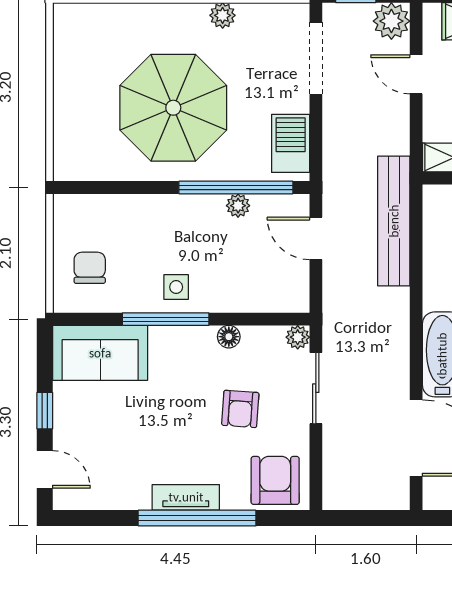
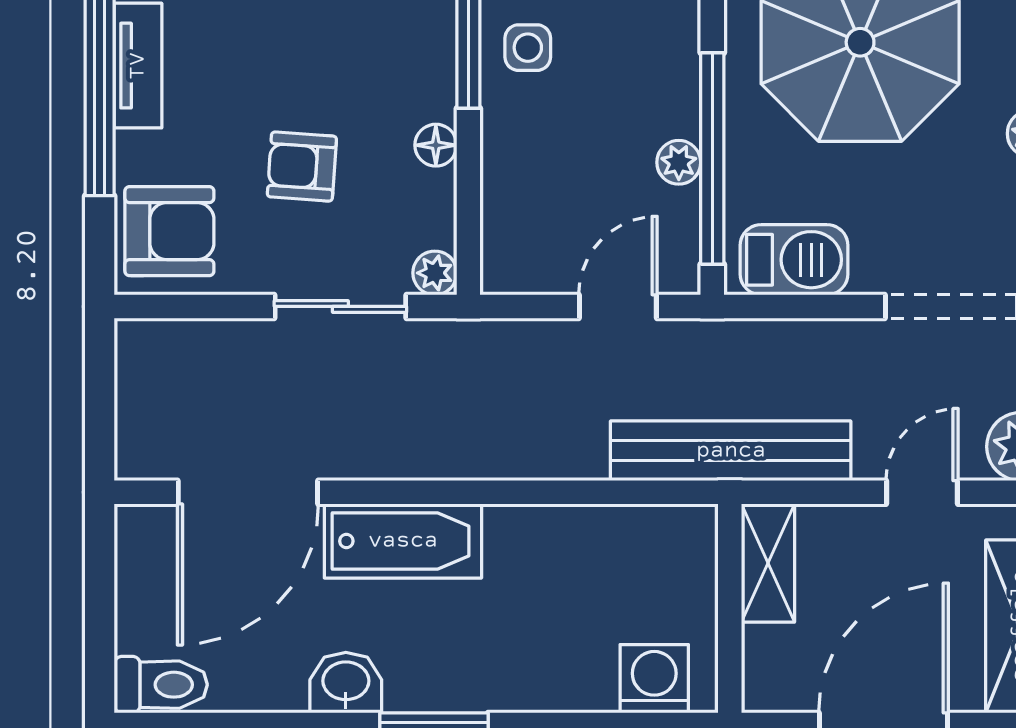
bench: (394, 221) -> (731, 451), moved

